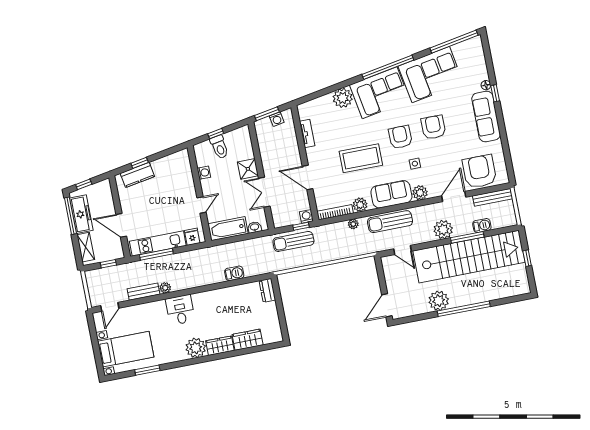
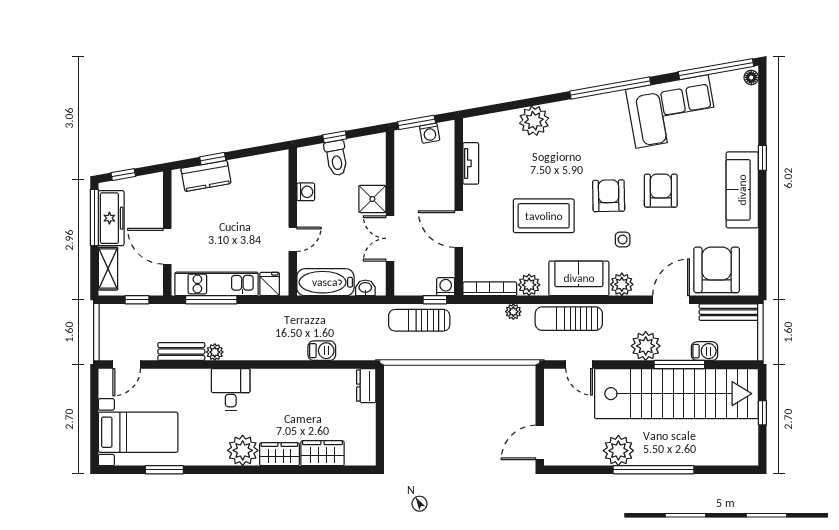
floor lamp: (486, 85) -> (751, 77), moved
corner sofa: (380, 93) -> (591, 124), removed

